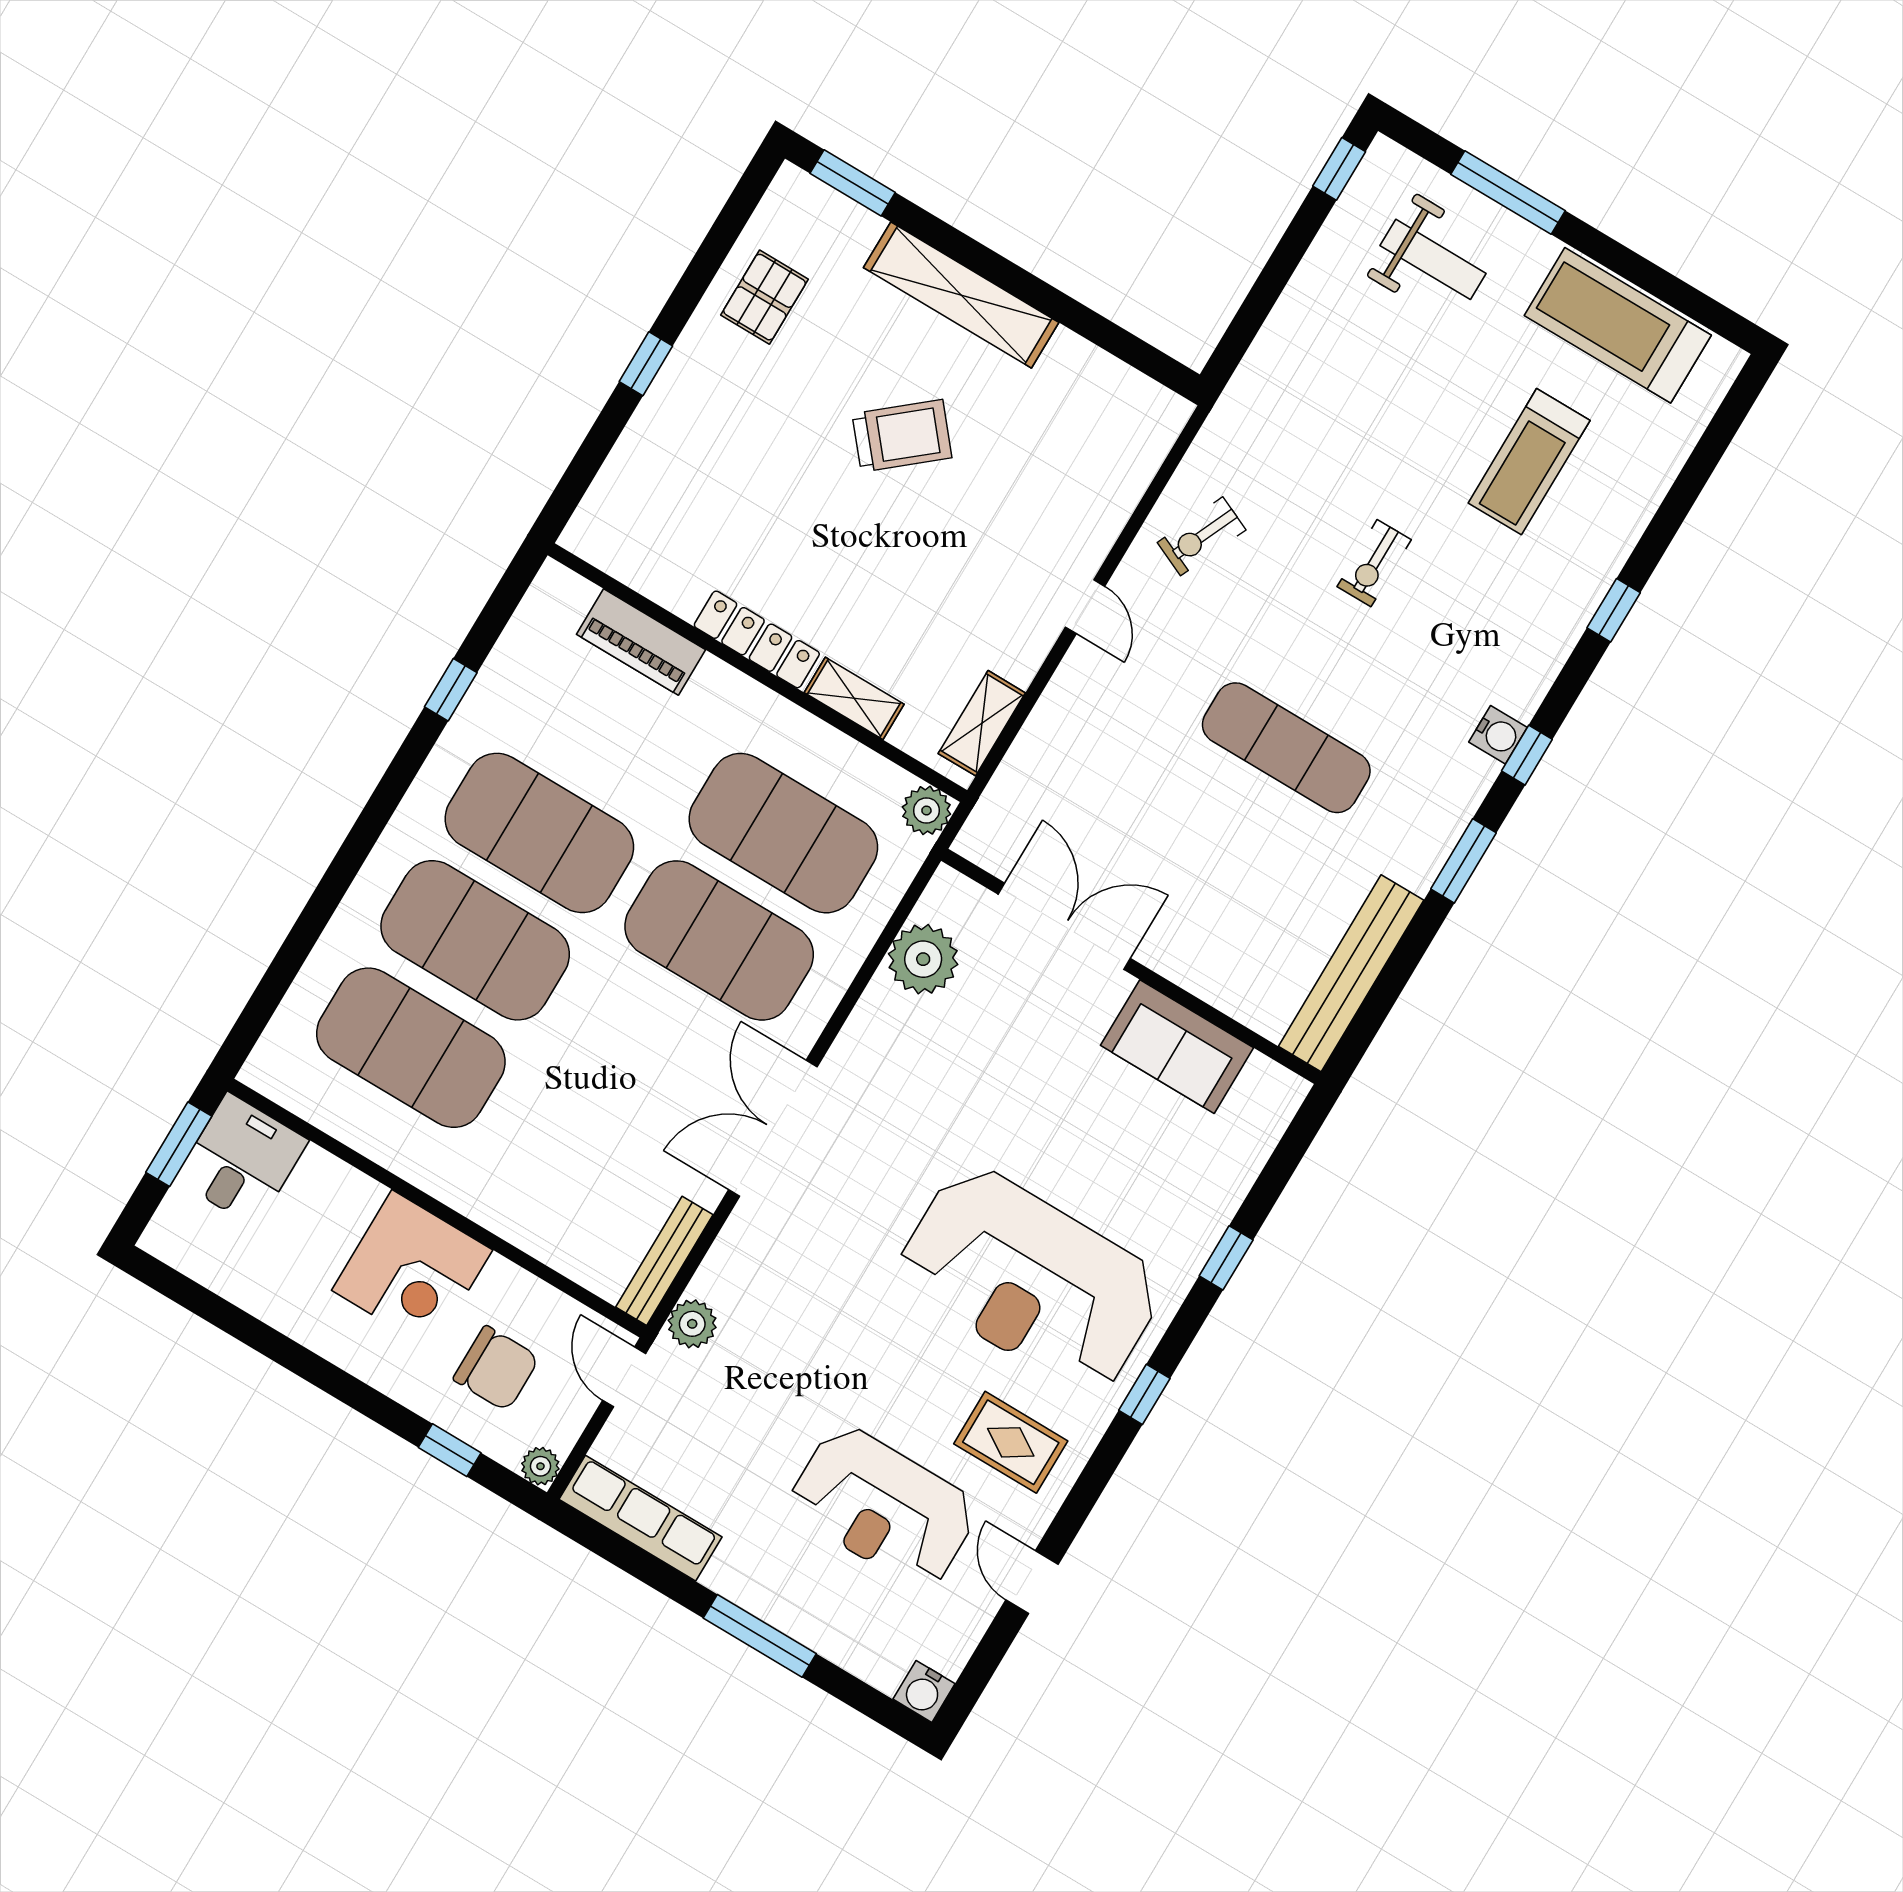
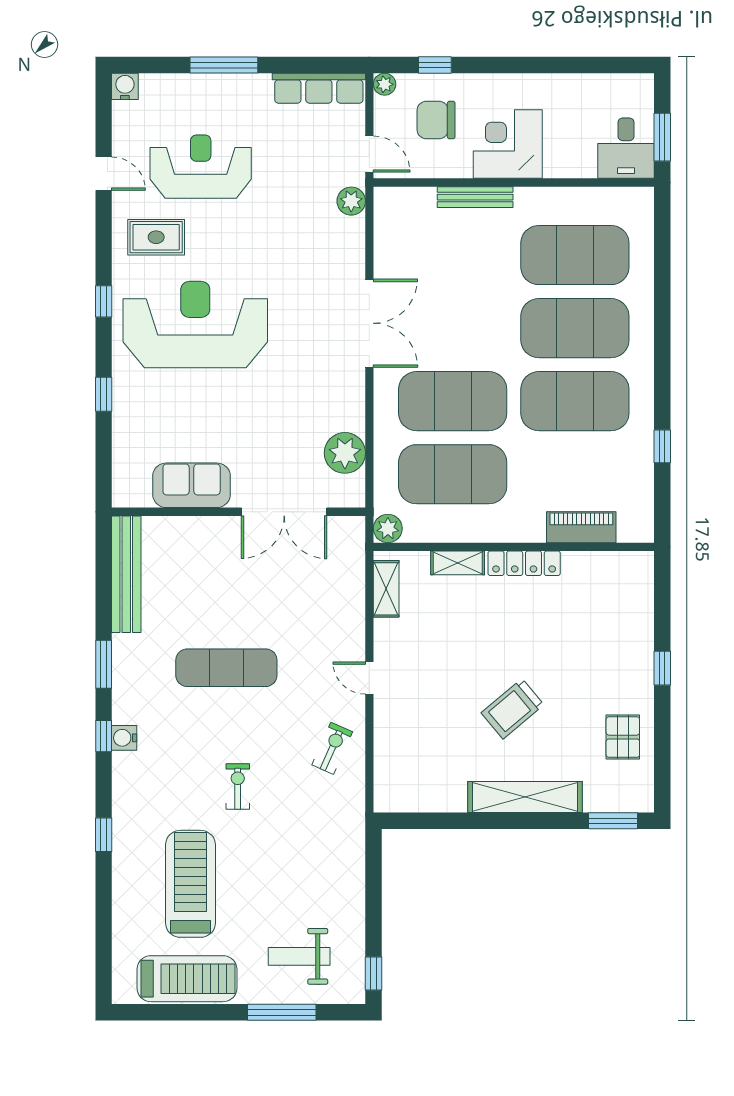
treadmill: (1529, 462) -> (190, 884), width x1.37, depth x1.38
bench: (664, 1261) -> (475, 197), moved, turned 90

